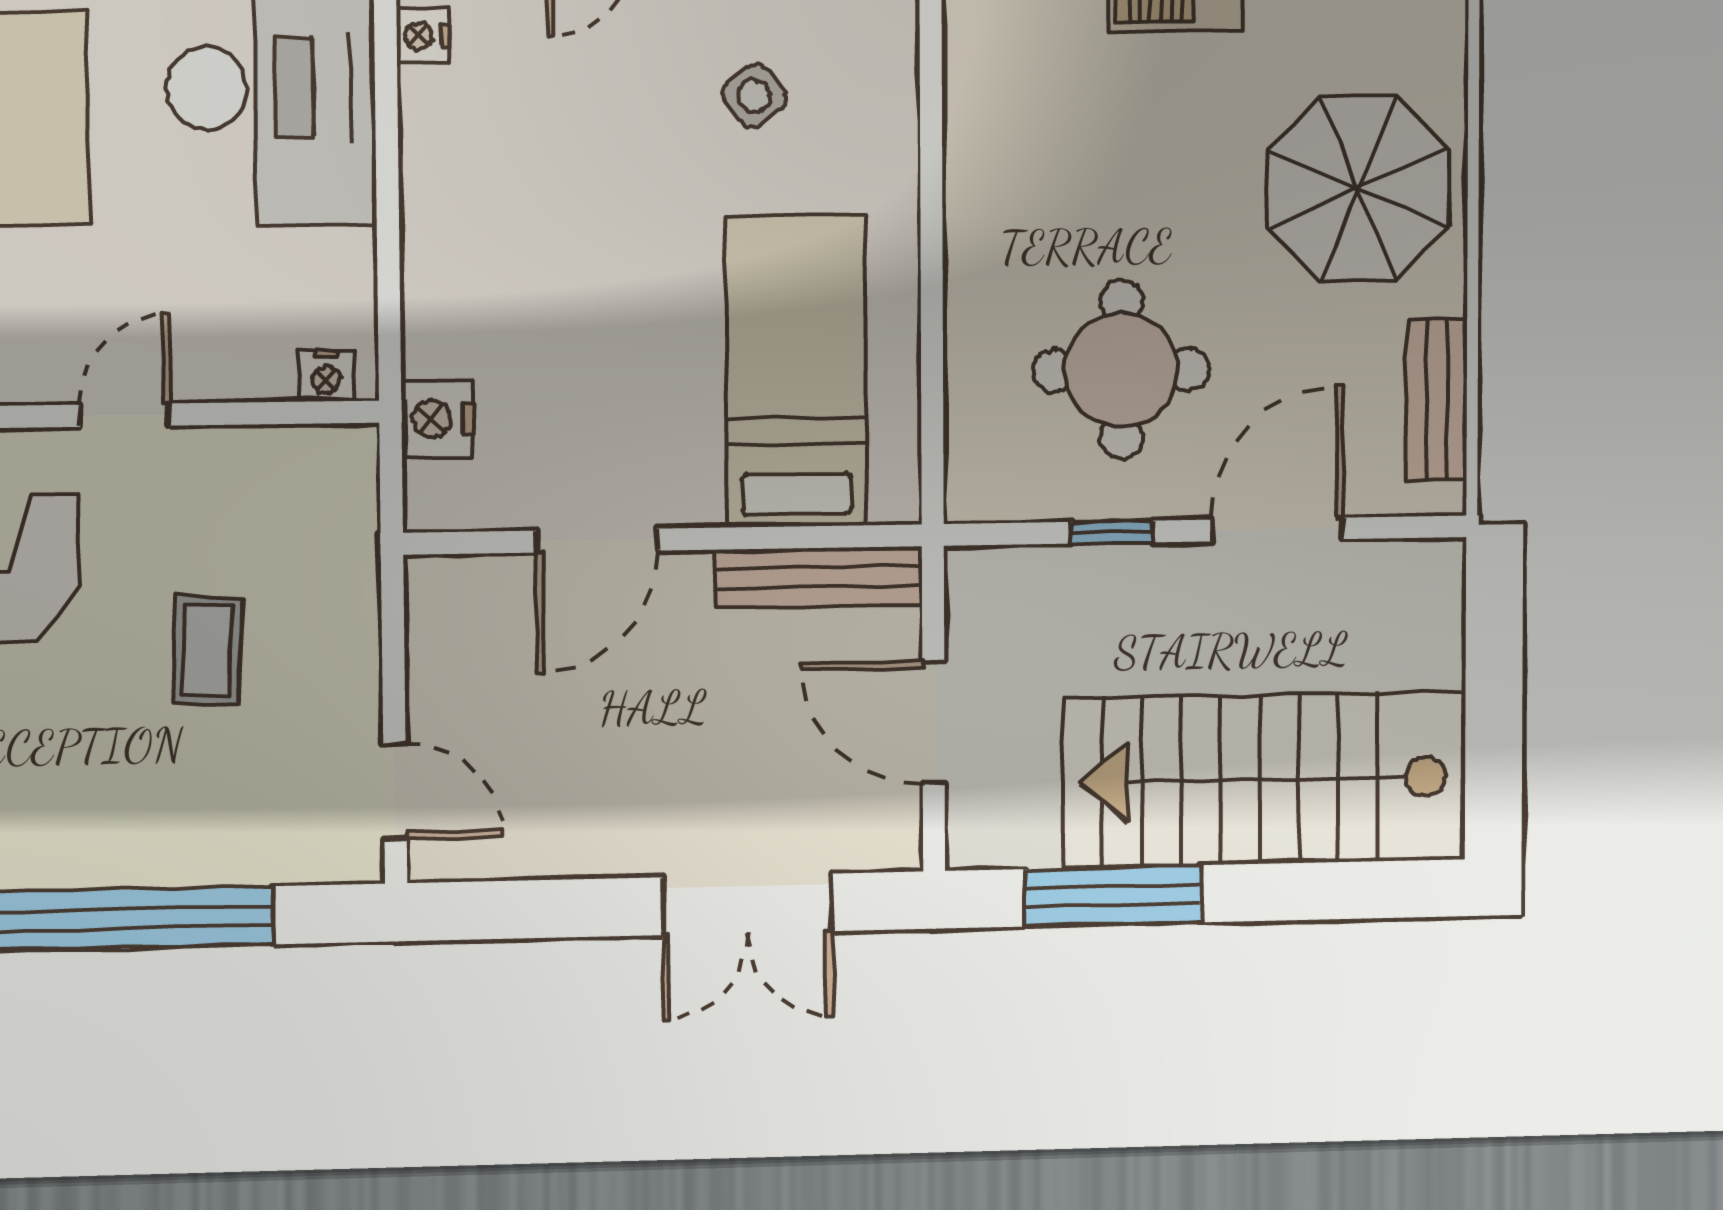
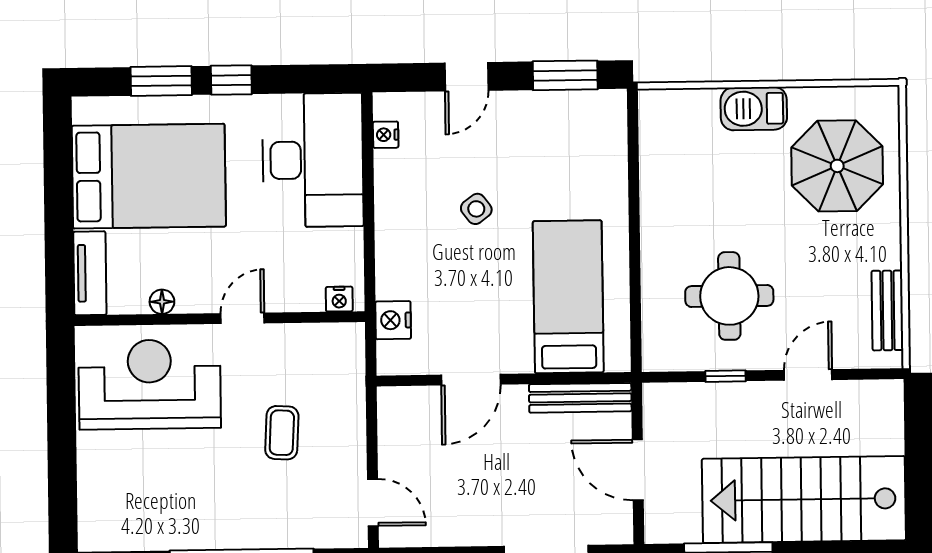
side table: (754, 96) -> (476, 209), moved
parasol: (1358, 189) -> (837, 166), moved
door: (1277, 529) -> (808, 375), width x0.73

